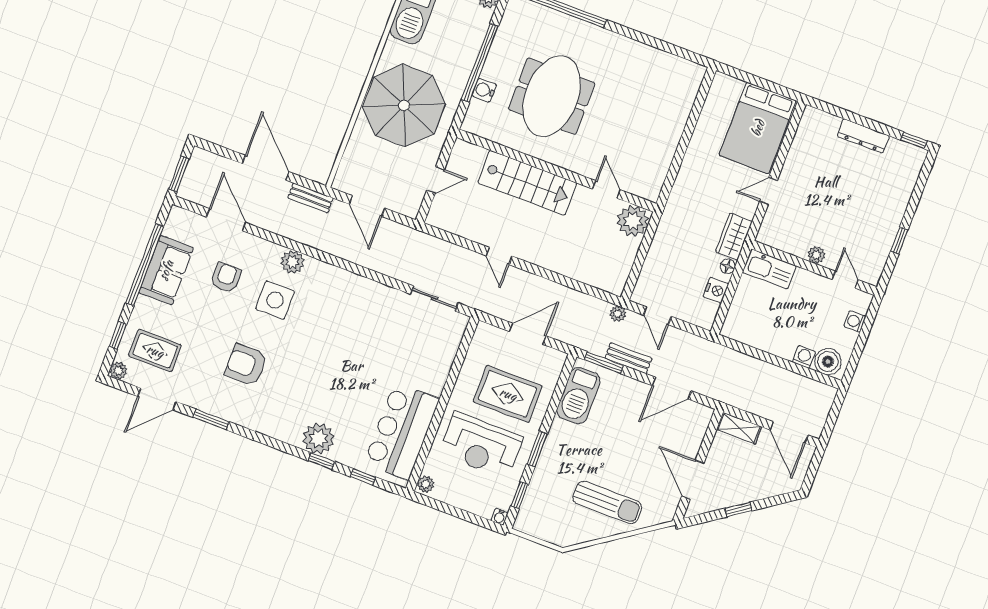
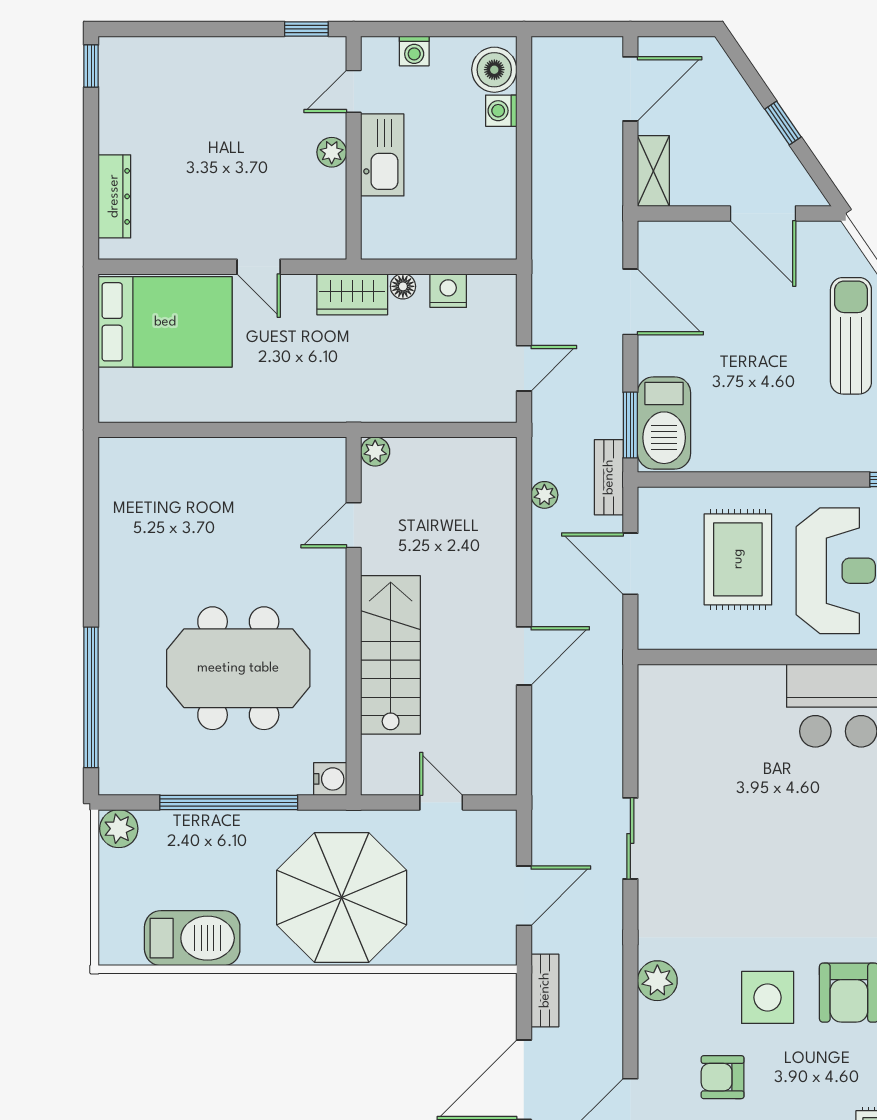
water cooler: (484, 90) -> (330, 779), moved, turned -90
dresser: (863, 136) -> (114, 196), moved
plant: (633, 221) -> (375, 451), width x0.53, depth x0.53
window: (899, 241) -> (306, 29), moved
door: (499, 256) -> (524, 656), width x1.38
kitchen sink: (769, 269) -> (382, 155), moved
sliding door: (434, 298) -> (630, 838), moved
side table: (275, 300) -> (768, 997), moved
plant: (618, 314) -> (544, 495), moved
bench: (628, 358) -> (609, 477), moved
barbecue: (578, 396) -> (664, 423), moved, turned 90
window: (537, 449) -> (808, 480), removed
door: (693, 480) -> (763, 213), hinge flipped

